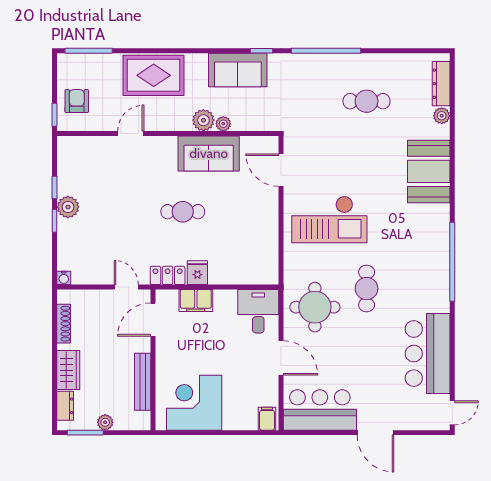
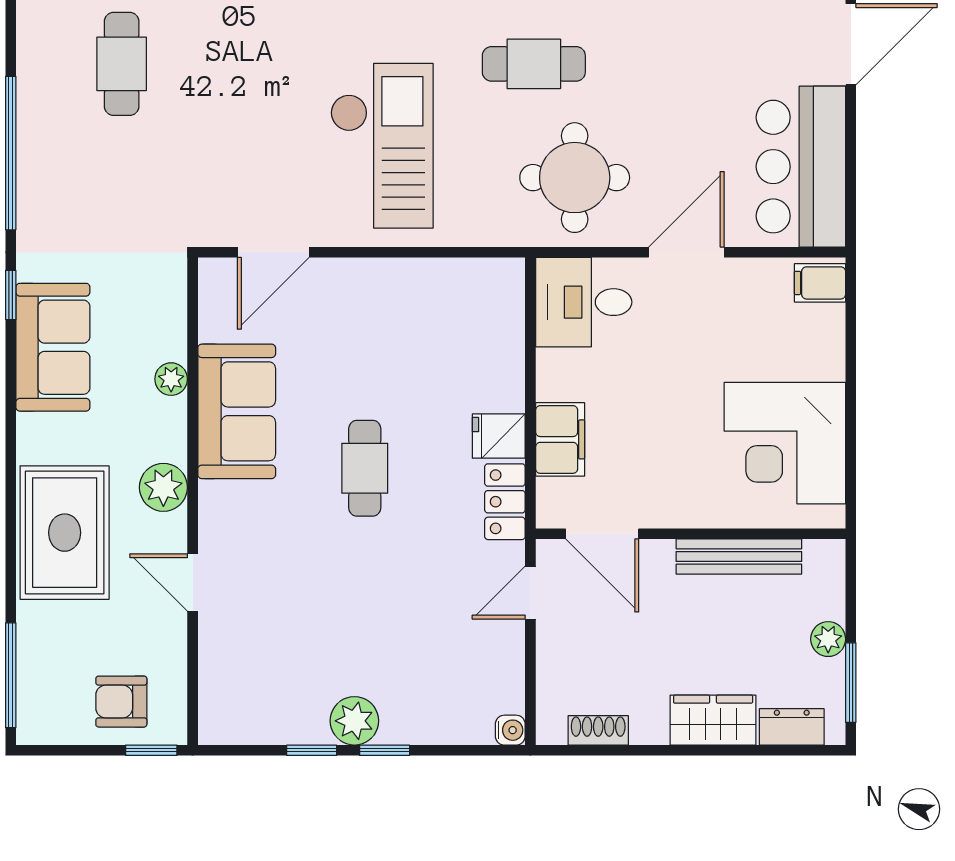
plant: (203, 120) -> (163, 487), moved
shoe rack: (64, 324) -> (598, 730), width x0.70

